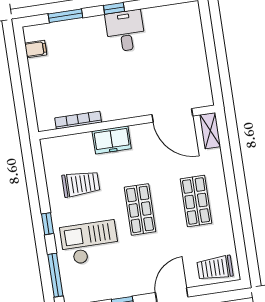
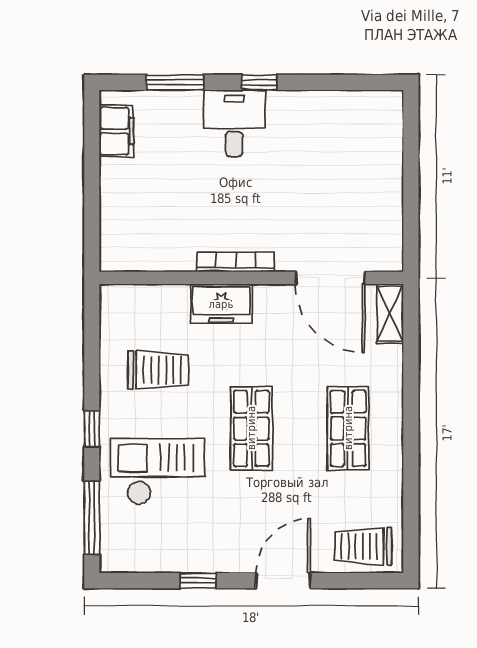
desk: (125, 31) -> (234, 123), moved
filing cabinet: (36, 49) -> (116, 131), width x2.00
bookcase: (78, 120) -> (236, 262), moved

